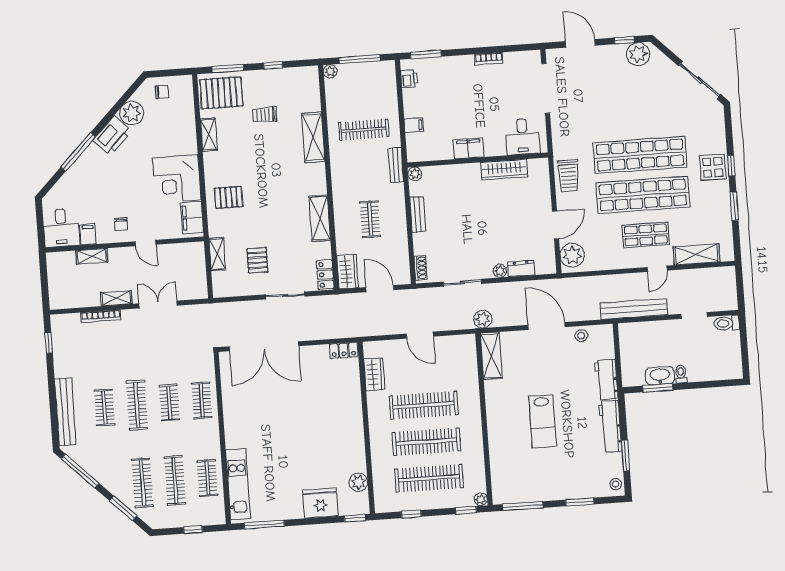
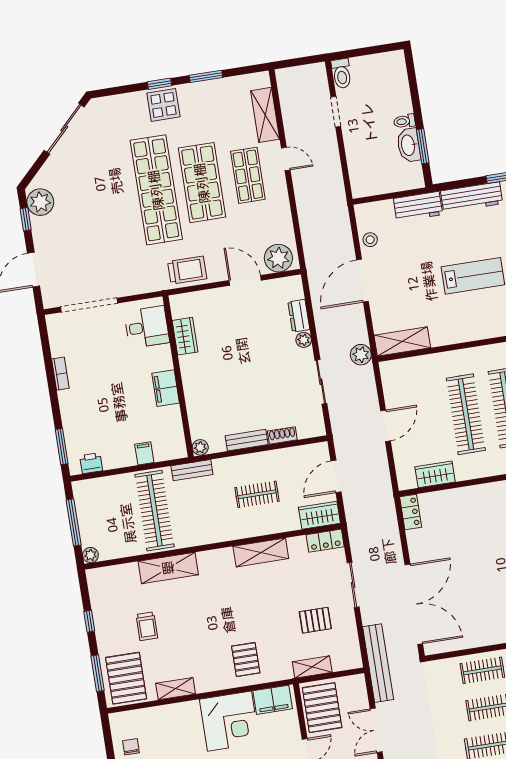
clothes rail: (364, 130) -> (154, 511), width x1.37, depth x1.31
wardrobe: (504, 169) -> (185, 336), width x0.67
shop shelf: (643, 195) -> (202, 183), width x0.71
pallet: (182, 260) -> (322, 708), added
shoe rack: (421, 268) -> (282, 435), moved
bench: (634, 309) -> (378, 663), moved

